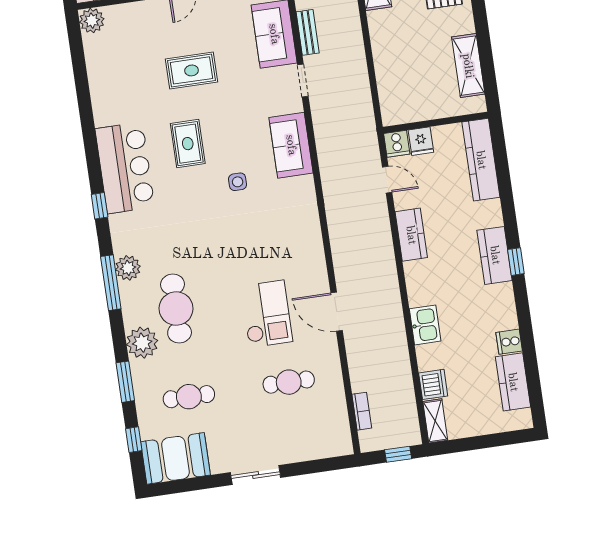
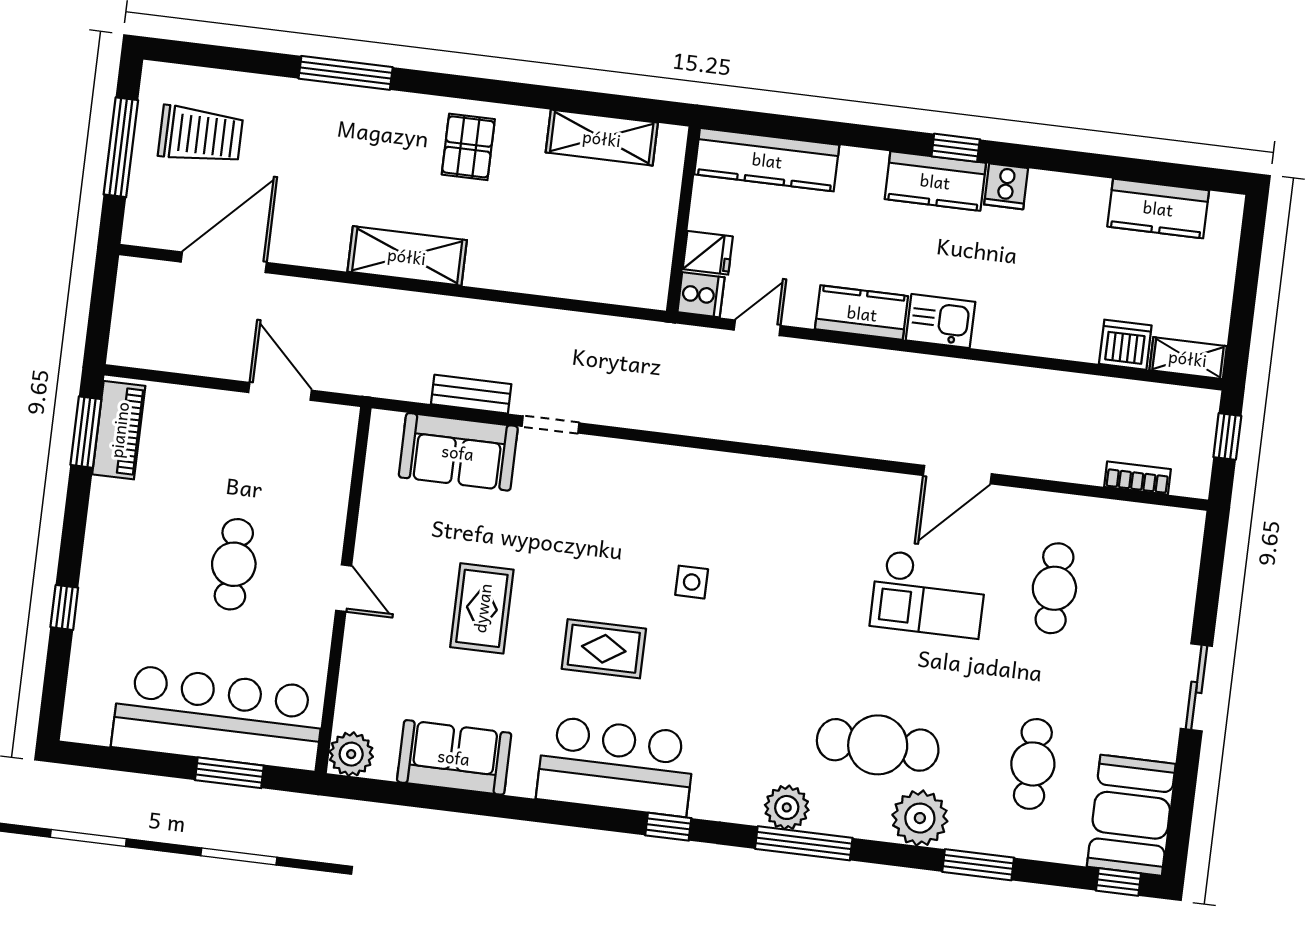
sofa: (291, 145) -> (454, 757), moved, turned 180
checkout: (267, 314) -> (929, 594), turned 180
kitchen sink: (425, 325) -> (941, 321), moved
cooker: (509, 342) -> (1006, 186), moved
window: (134, 440) -> (1118, 882), moved

